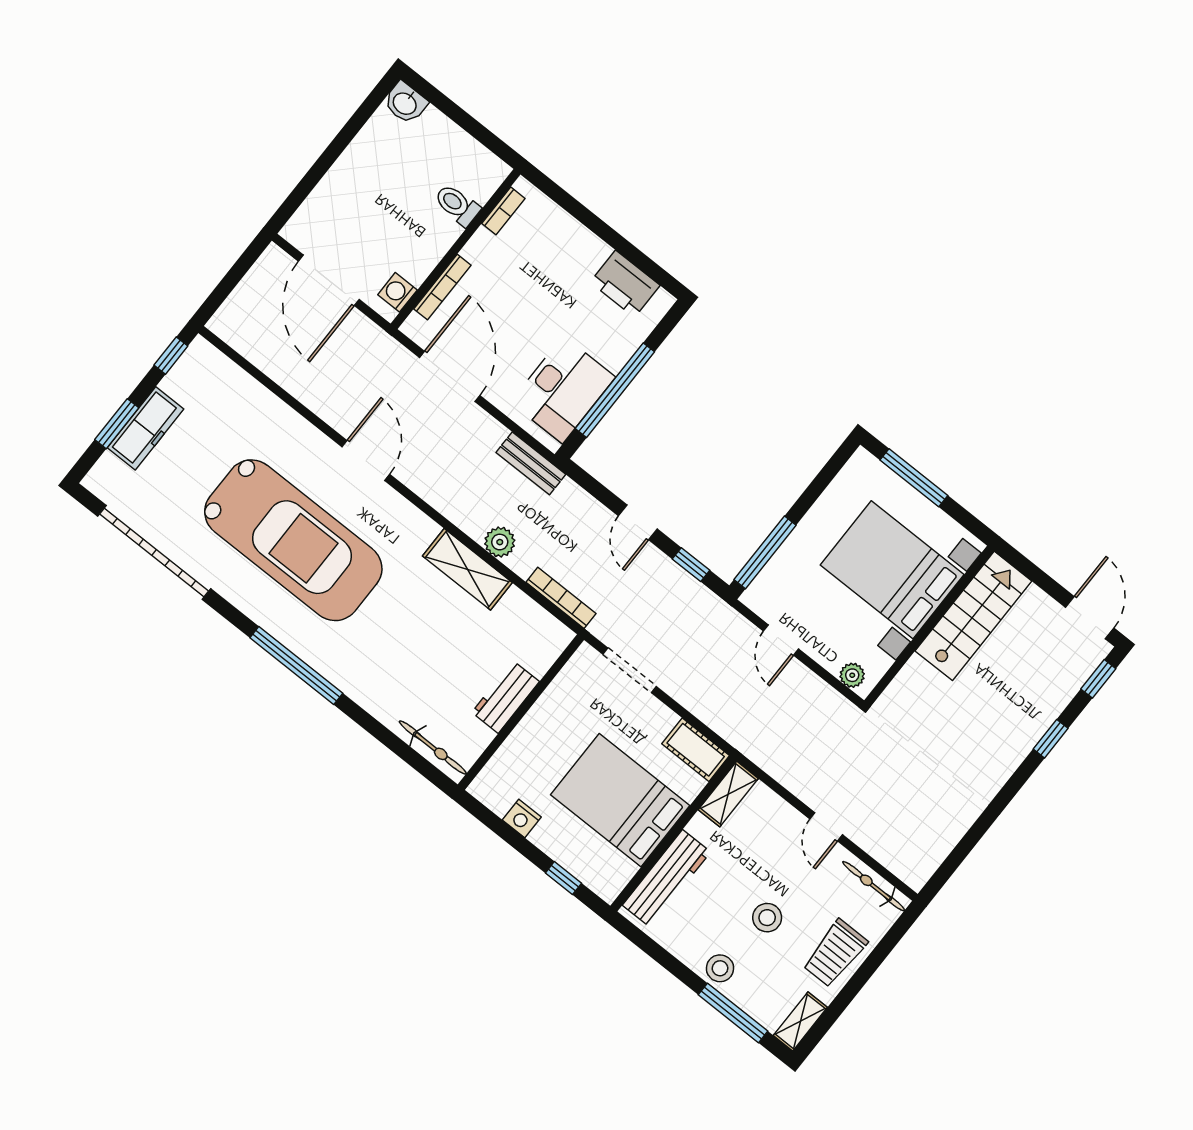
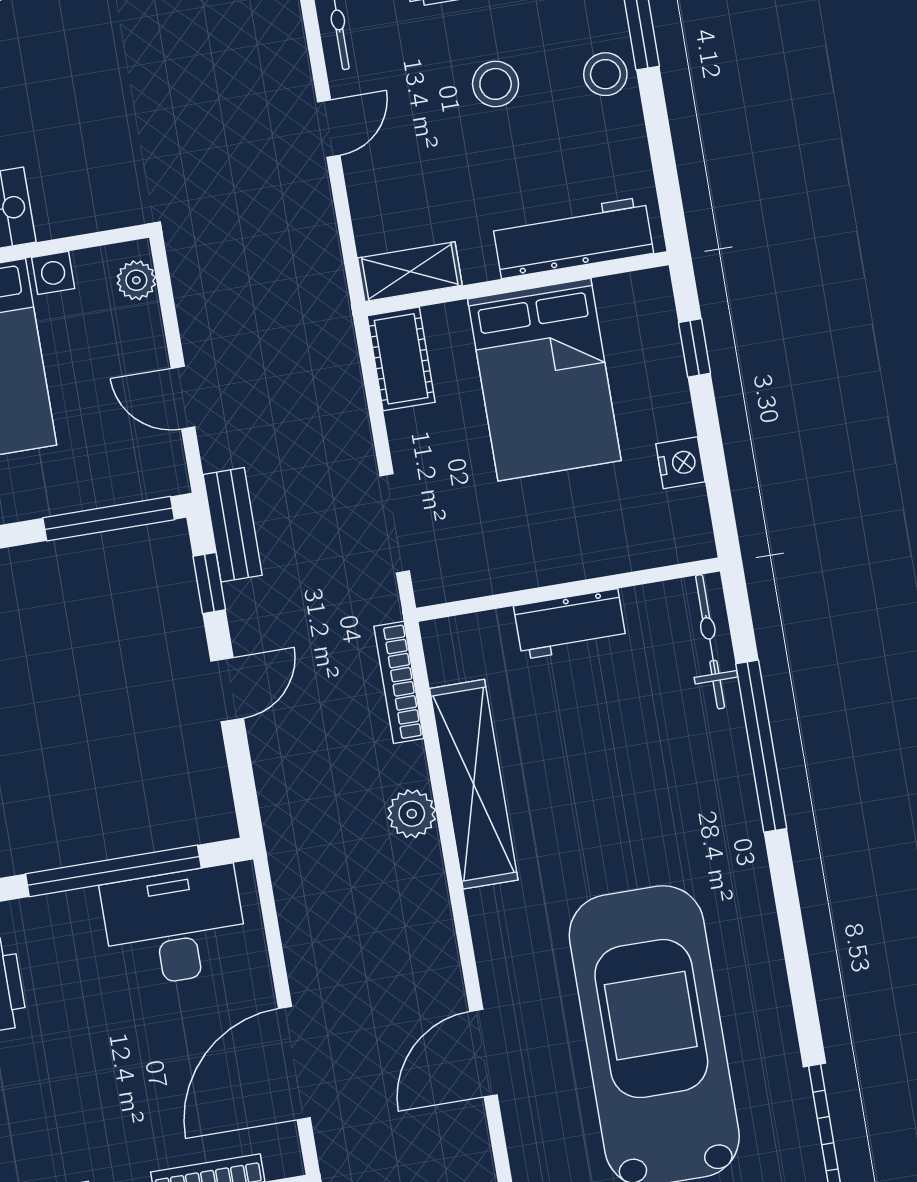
bench: (531, 463) -> (233, 525), moved
shelving: (467, 569) -> (474, 784), width x1.47
door: (781, 640) -> (183, 398), swing flipped
window: (296, 666) -> (761, 746), moved

